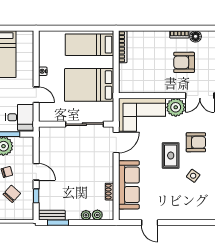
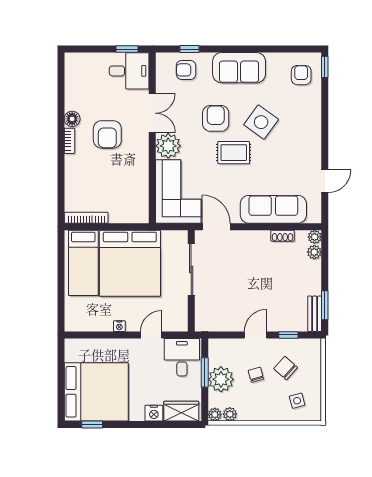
bed: (89, 85) -> (130, 263), width x1.36
side table: (193, 176) -> (261, 122), width x1.87, depth x1.87
plant: (86, 215) -> (315, 237), moved

